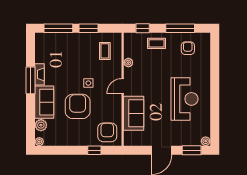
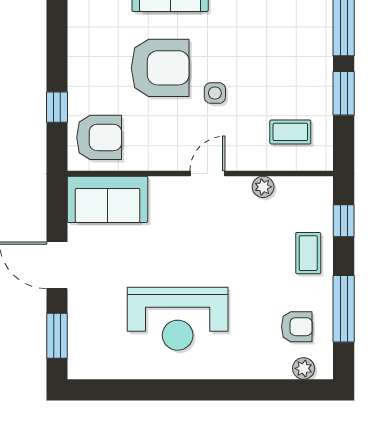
door: (123, 86) -> (207, 174), hinge flipped
sofa: (134, 113) -> (108, 199), moved
plant: (206, 141) -> (304, 368), moved

